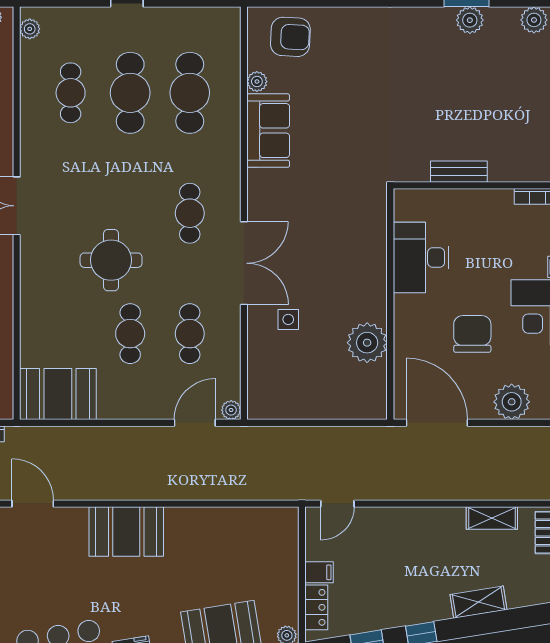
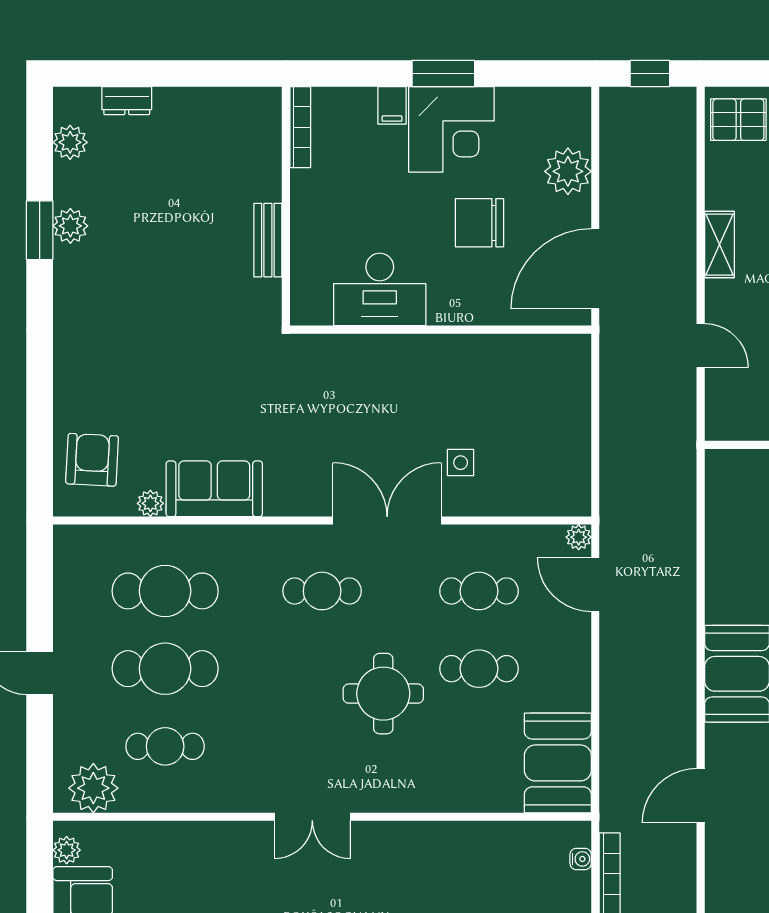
plant: (30, 29) -> (93, 788), width x1.87, depth x1.87
plant: (367, 343) -> (491, 360), removed
door: (337, 504) -> (701, 346), moved
shelving: (492, 518) -> (719, 245), moved

